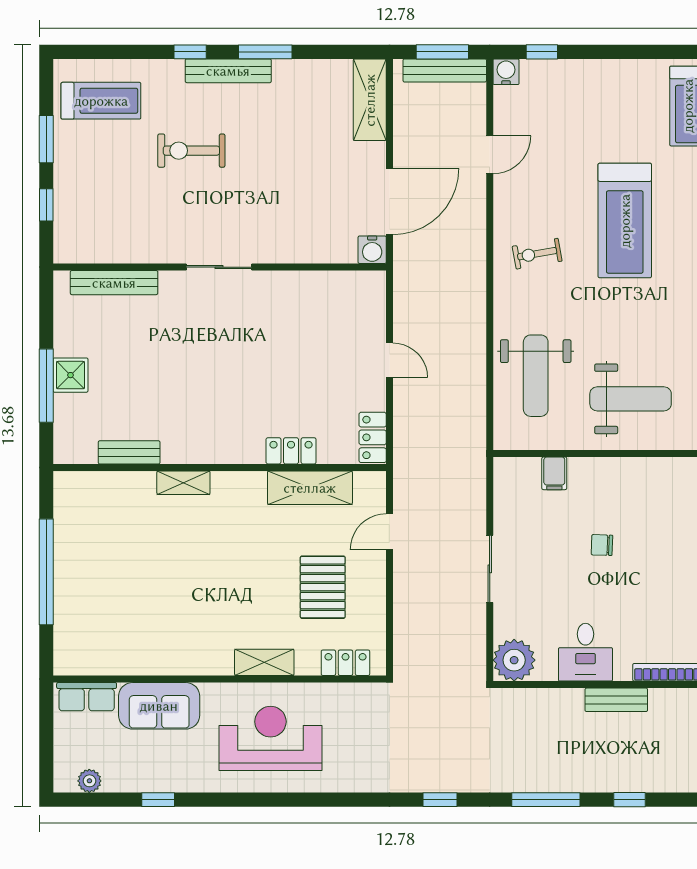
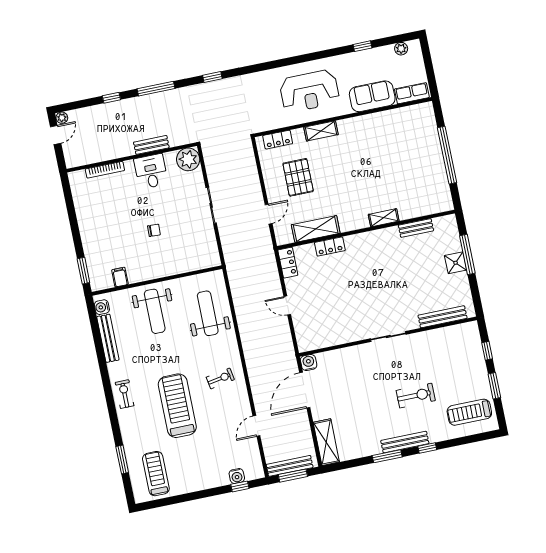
water cooler: (506, 72) -> (237, 476), moved
weight bench: (631, 399) -> (155, 311), turned -90
filing cabinet: (554, 473) -> (120, 277), moved
bench: (616, 700) -> (151, 145), moved

